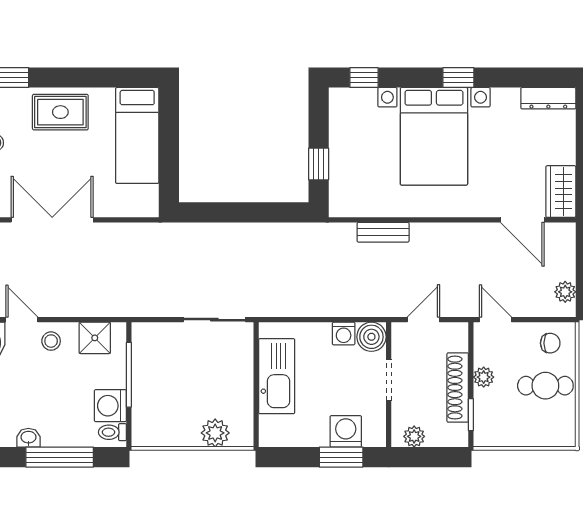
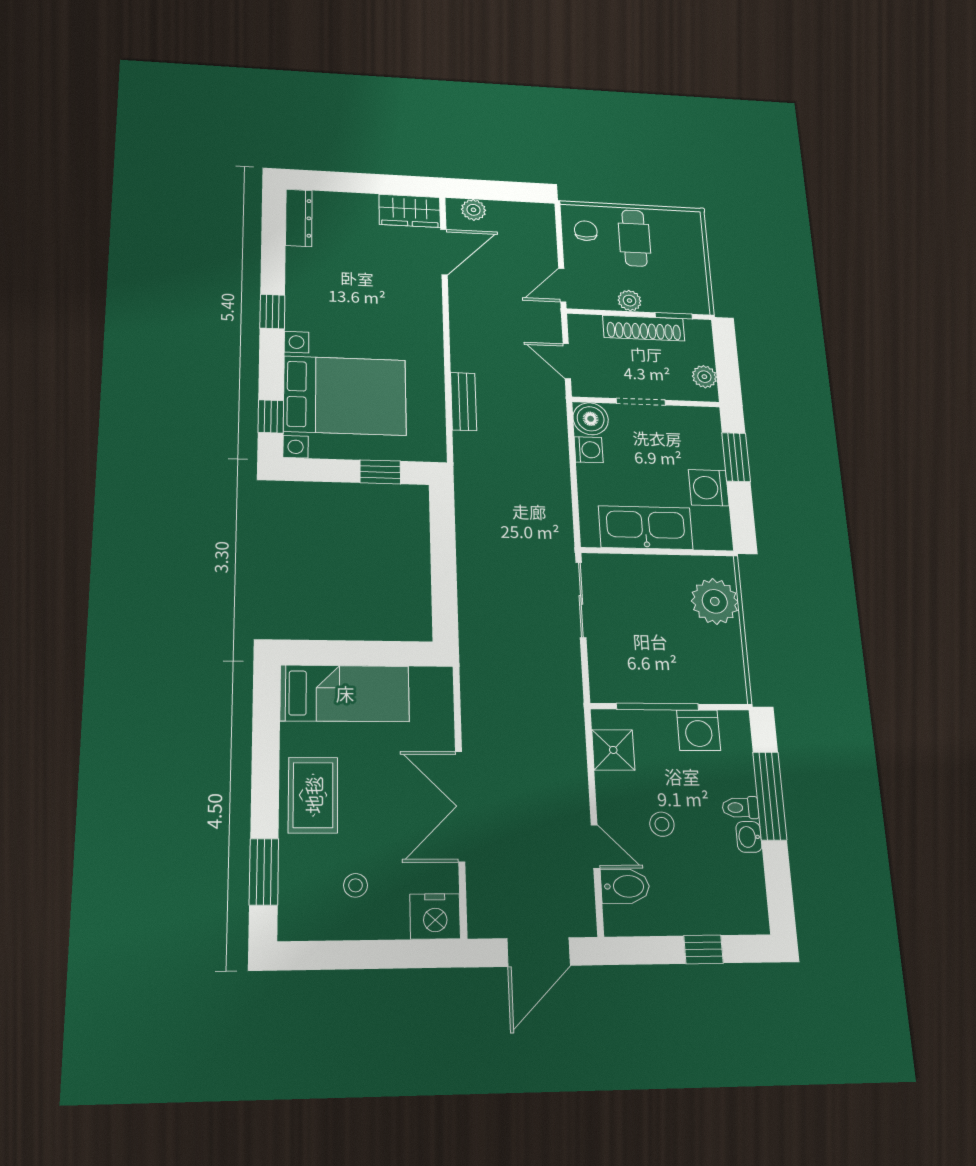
bed with nightstands: (434, 136) -> (345, 396), moved
plant: (565, 292) -> (473, 210), moved
door: (22, 320) -> (595, 847), swing flipped
stool: (51, 341) -> (662, 824), moved
washing machine: (346, 431) -> (709, 488), moved
toilet: (112, 432) -> (740, 808), moved, turned 90
plant: (215, 433) -> (715, 601), width x1.36, depth x1.36

